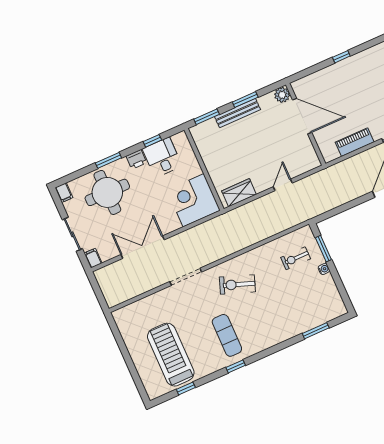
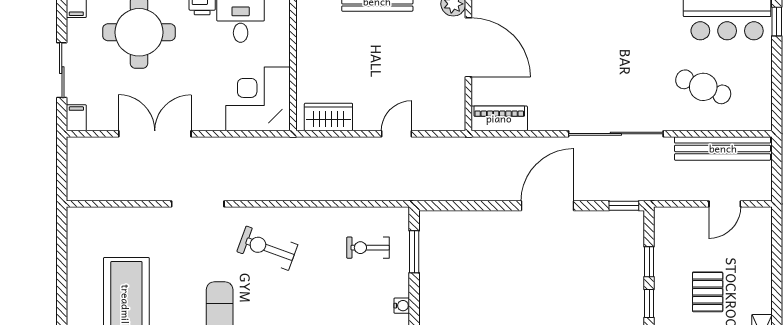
piano: (355, 142) -> (499, 118), moved
water cooler: (324, 269) -> (402, 306), moved

